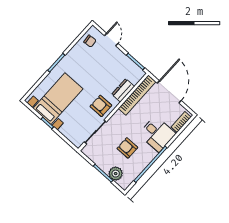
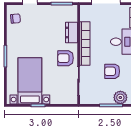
bookcase: (137, 95) -> (85, 44), moved

